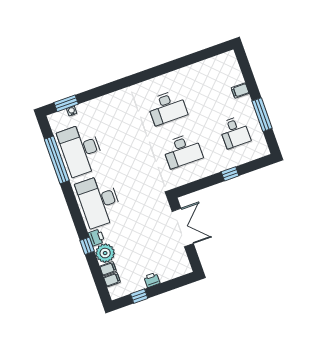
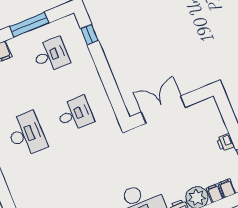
desk: (182, 151) -> (75, 114), width x0.73
window: (230, 174) -> (89, 34), moved

